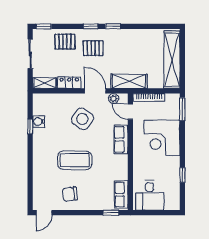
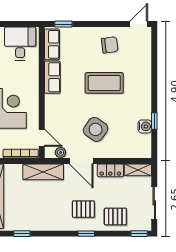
window: (113, 26) -> (22, 234), moved
row of seats: (121, 139) -> (52, 77), moved

